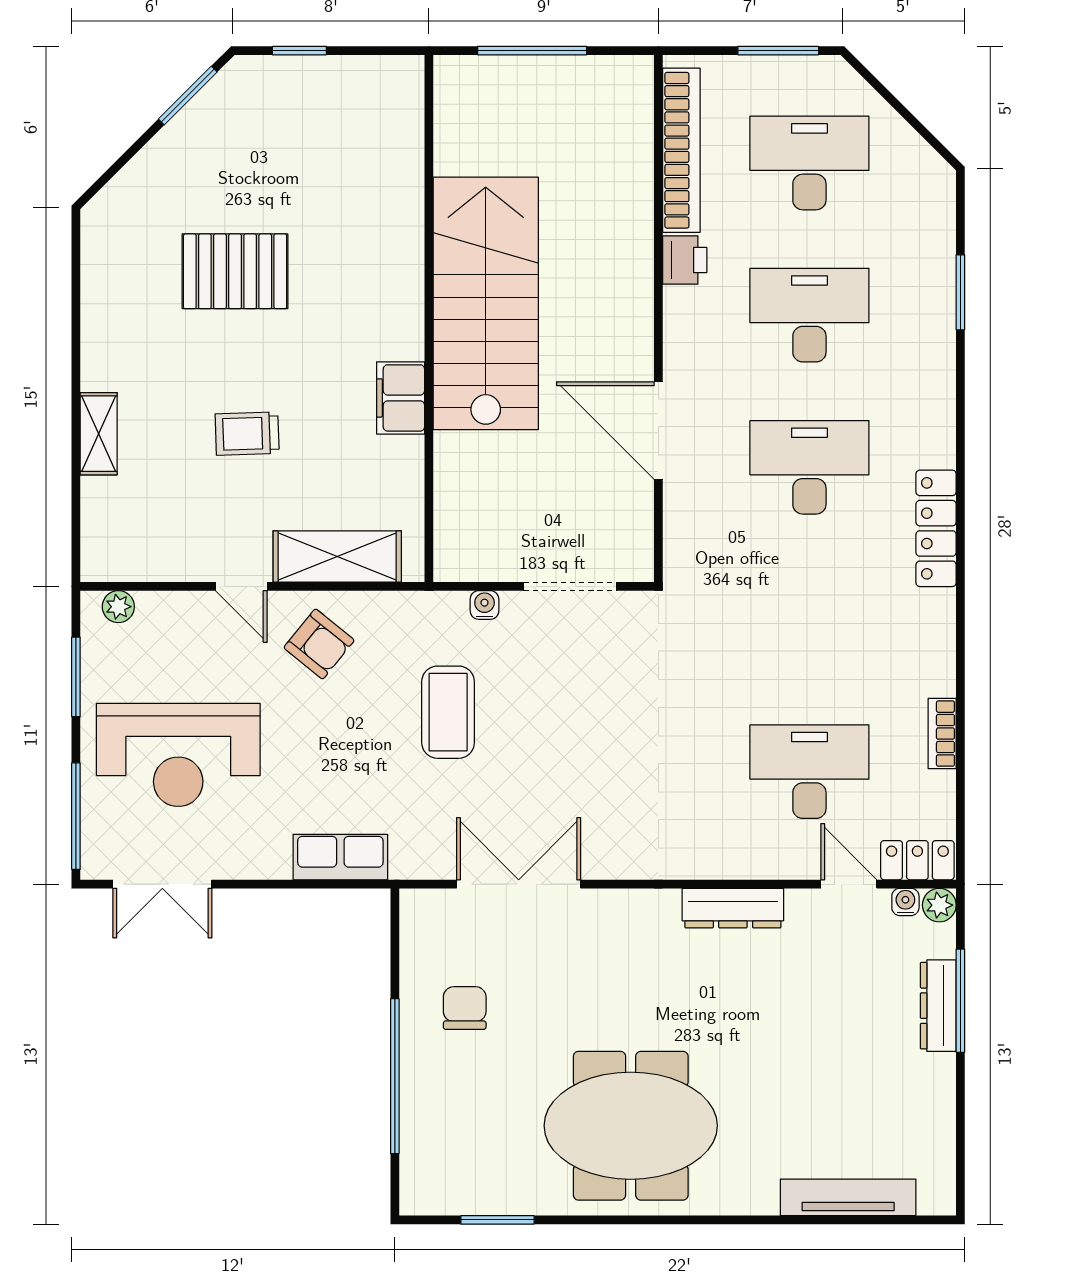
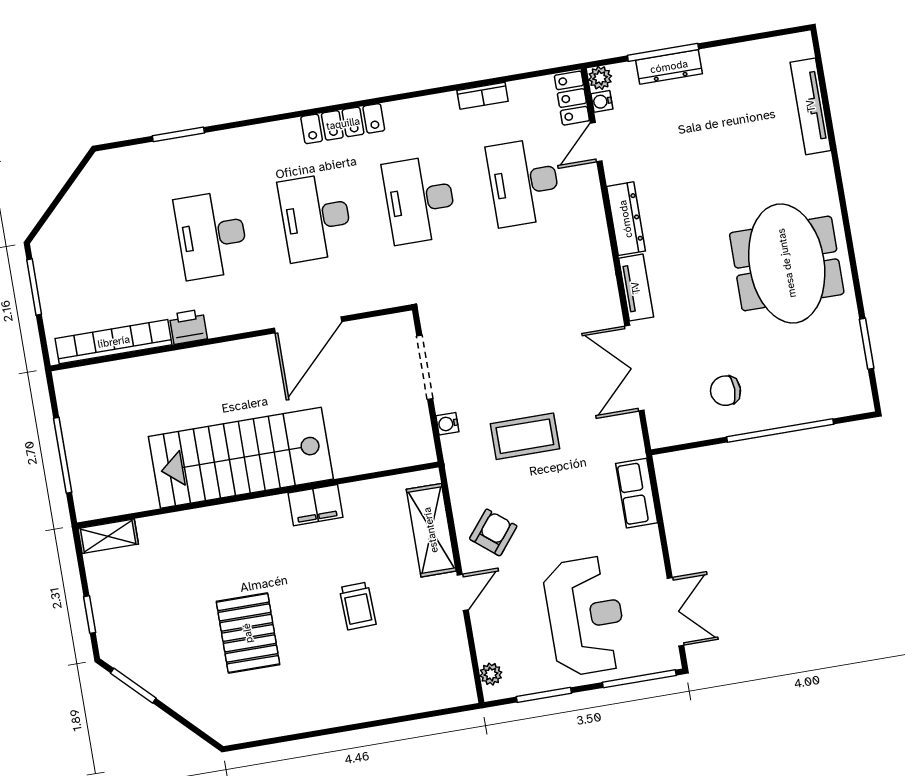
desk: (809, 163) -> (420, 200), moved
shelving: (99, 434) -> (108, 536), moved
tv unit: (633, 906) -> (636, 288), added

